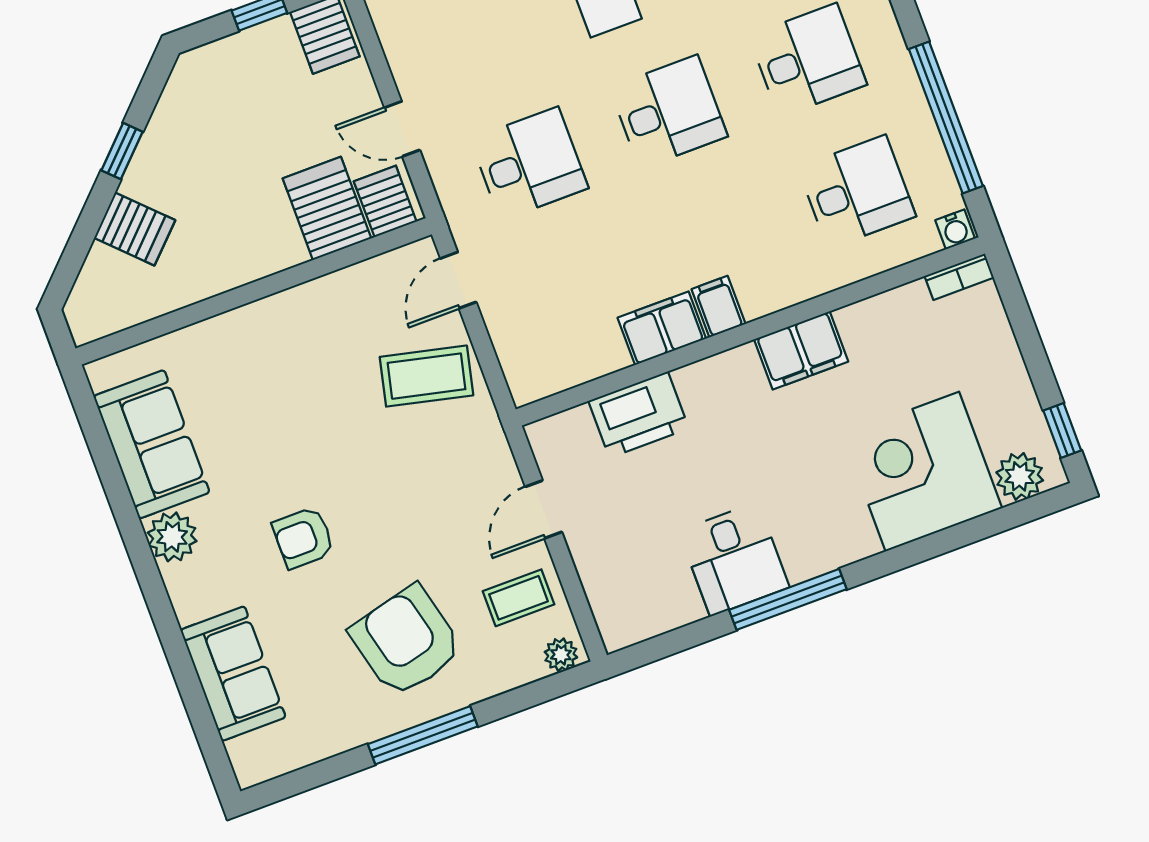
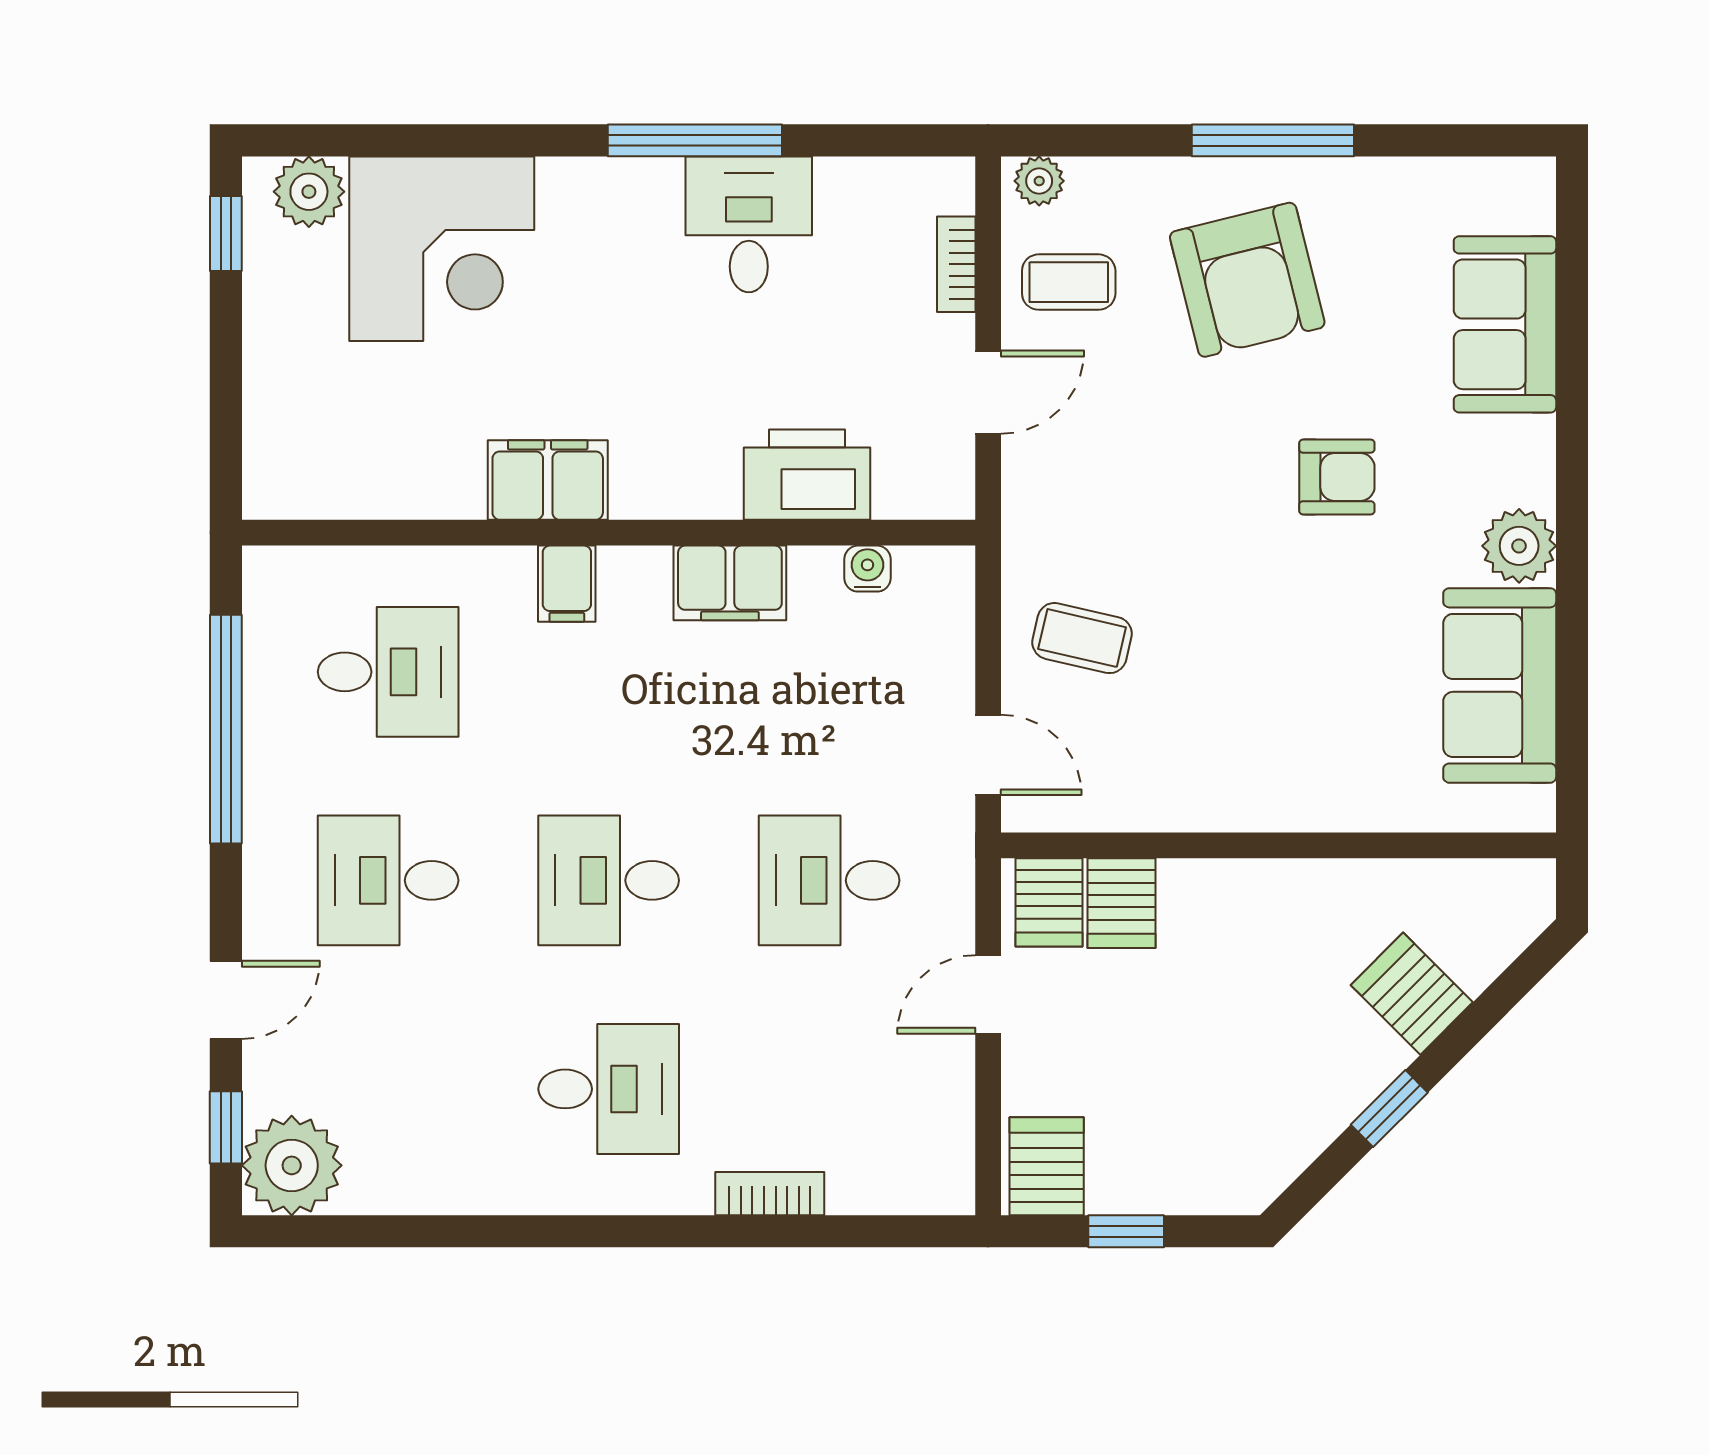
door: (402, 129) -> (988, 994), swing flipped
desk: (857, 192) -> (388, 672), turned 180
server rack: (327, 208) -> (1121, 903), width x0.73, depth x0.70
water cooler: (955, 229) -> (867, 569), moved
bookcase: (959, 277) -> (956, 264), moved, turned -90
door: (458, 280) -> (988, 755), hinge flipped
filing cabinet: (718, 307) -> (567, 584), moved
coffee table: (426, 376) -> (1082, 638), width x0.73, depth x0.77

